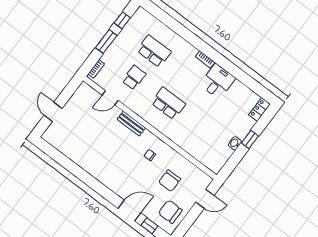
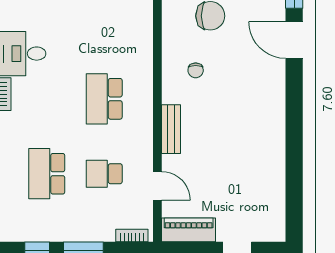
piano: (79, 97) -> (189, 230), added

